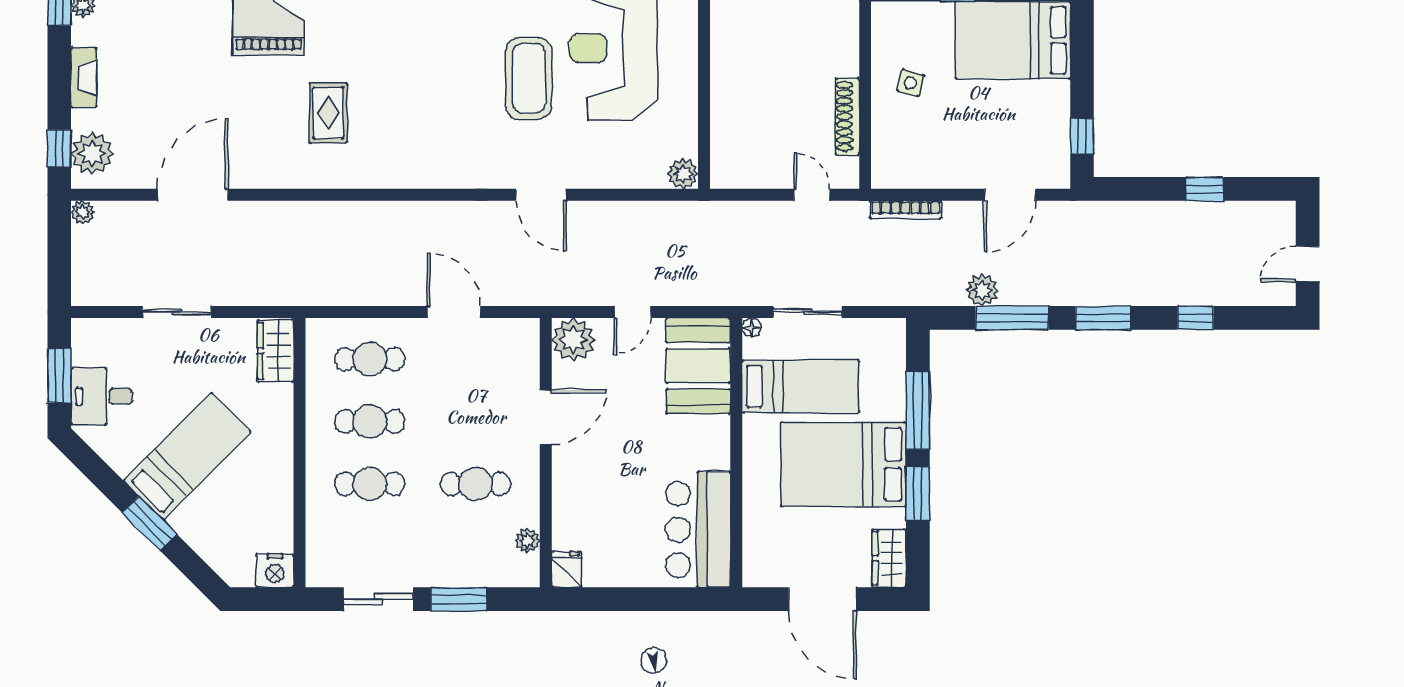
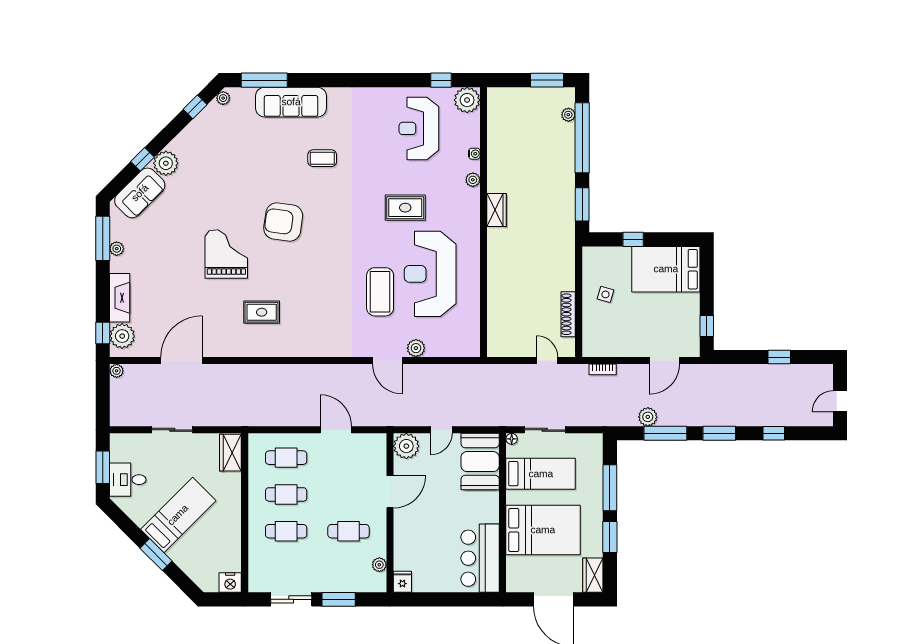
fireplace: (84, 77) -> (120, 298), width x1.37, depth x1.32
rug: (328, 113) -> (262, 312), turned 90
plant: (683, 174) -> (416, 348), moved
bookcase: (905, 210) -> (603, 369), width x0.64
bed: (843, 464) -> (543, 530), moved, turned 180

